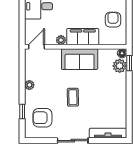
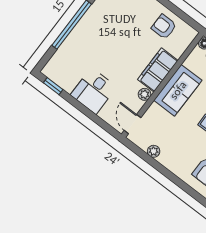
plant: (29, 85) -> (154, 151), moved
window: (22, 112) -> (186, 188), removed

